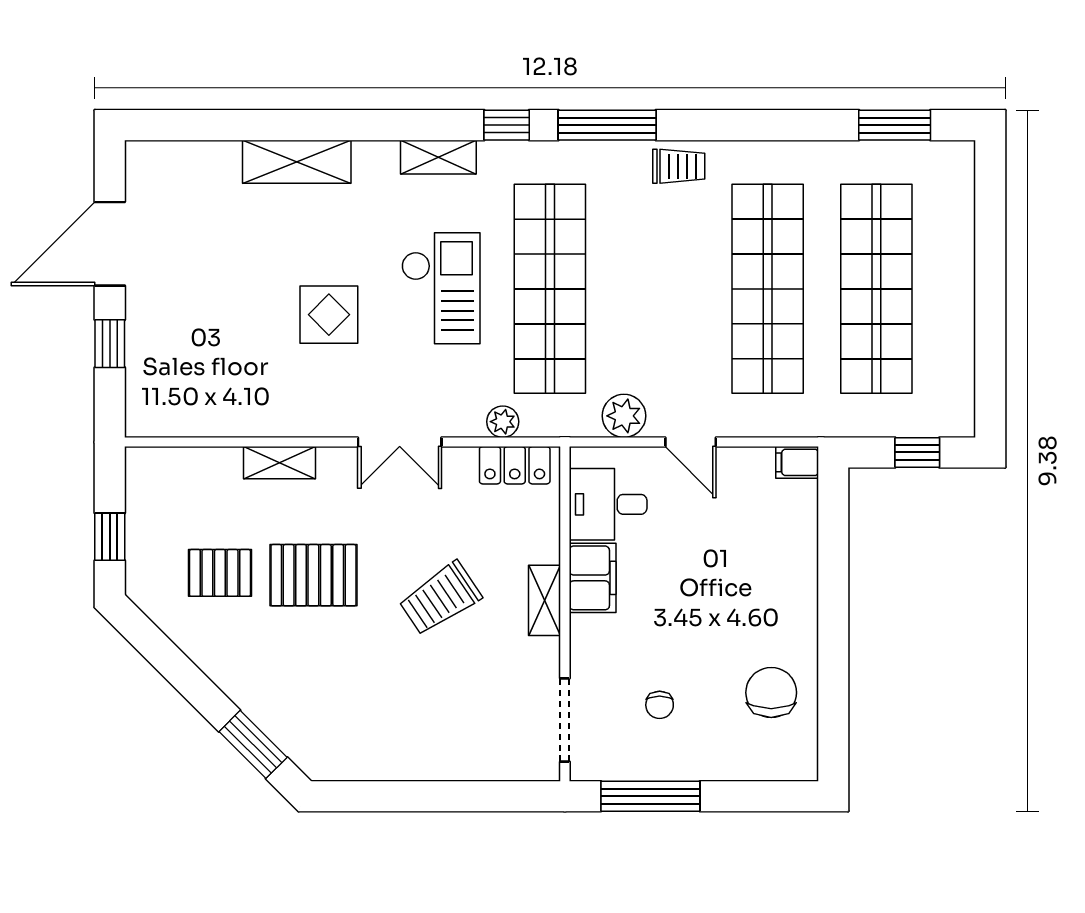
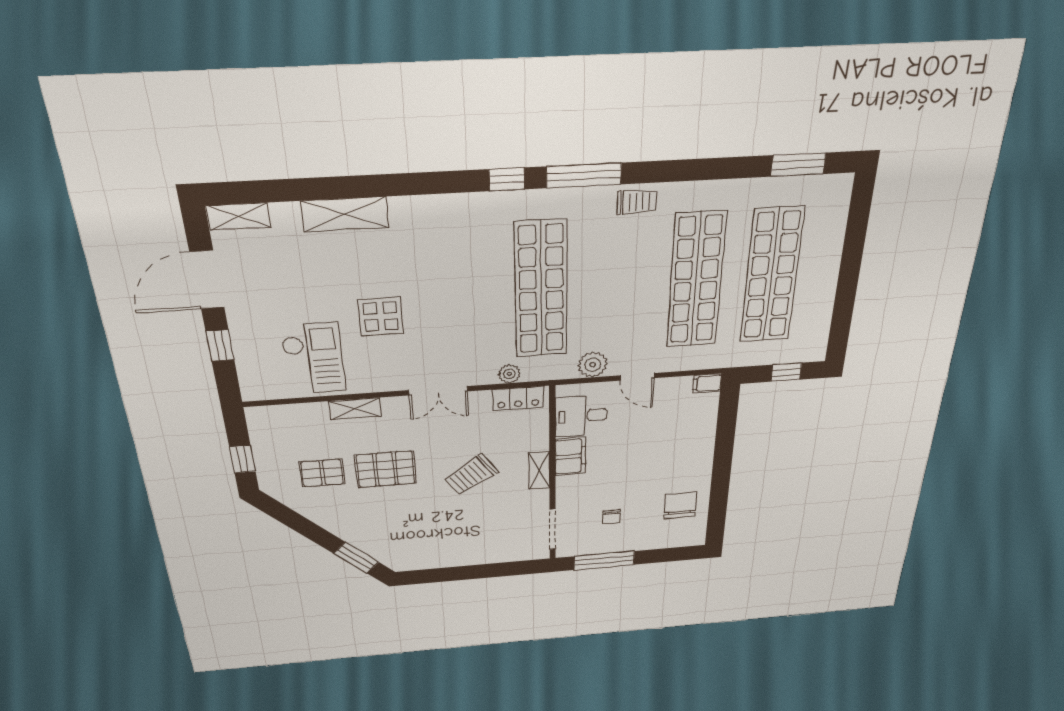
shelving: (438, 157) -> (239, 216), moved
checkout: (441, 288) -> (313, 358), moved

